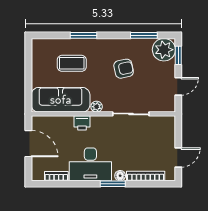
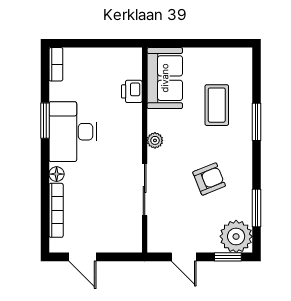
armchair: (124, 69) -> (209, 179), turned -100
sofa: (61, 100) -> (165, 78), width x0.73
printer: (82, 123) -> (132, 91), moved
door: (28, 144) -> (102, 43), removed
bookcase: (56, 176) -> (56, 64), moved
window: (113, 184) -> (45, 121), moved

